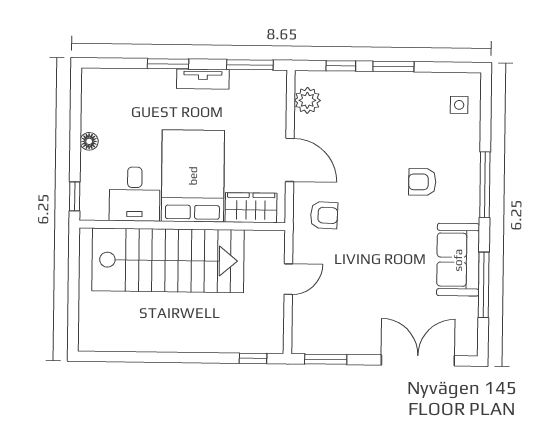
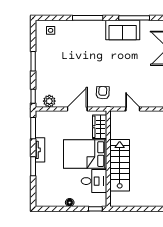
window: (341, 66) -> (33, 96), moved
armchair: (422, 182) -> (87, 47), removed
stairs: (168, 260) -> (120, 165), width x0.73, depth x0.66

